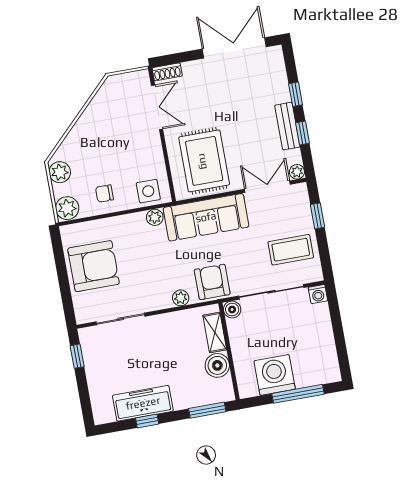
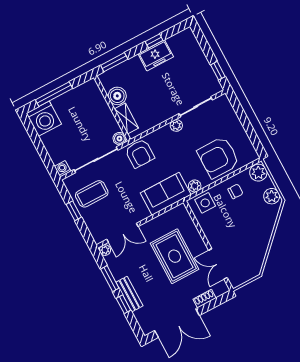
shoe rack: (167, 72) -> (204, 299), moved
bench: (287, 126) -> (129, 294), moved
window: (303, 133) -> (110, 279), width x1.50
rug: (204, 161) -> (175, 256), moved
window: (317, 216) -> (74, 211), moved
sofa: (206, 217) -> (166, 194), width x0.73
armchair: (94, 266) -> (218, 157), moved
plant: (181, 298) -> (176, 125), moved
washing machine: (275, 375) -> (44, 119), moved
freezer: (143, 403) -> (156, 55), width x0.71

